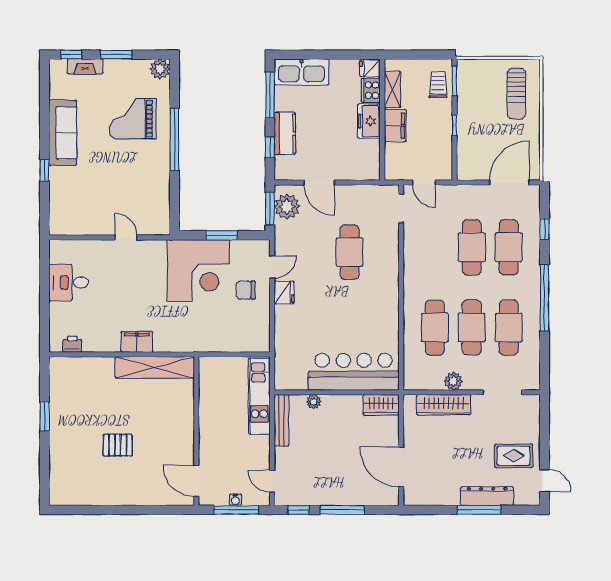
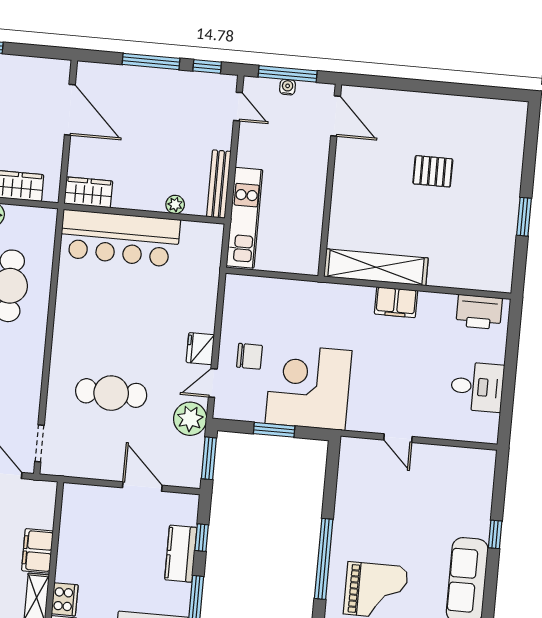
freezer: (369, 121) -> (71, 560), removed
plant: (287, 207) -> (190, 419), moved
cafe table: (350, 252) -> (111, 393), turned 90
printer: (72, 344) -> (479, 312), width x1.87, depth x1.48

